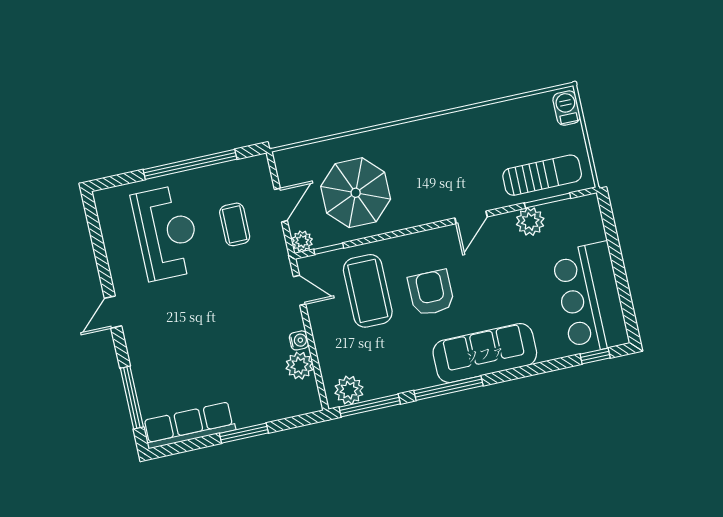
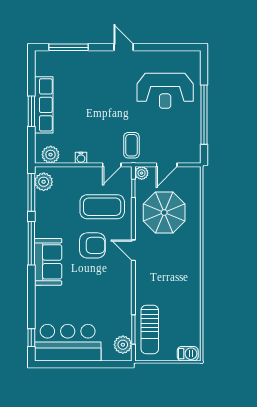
door: (281, 205) -> (167, 165), hinge flipped
door: (471, 217) -> (133, 250), moved
plant: (530, 222) -> (123, 345), moved
coffee table: (235, 224) -> (131, 145), moved, turned 90
sofa: (485, 353) -> (48, 262), width x0.73
plant: (299, 366) -> (51, 155), moved
row of seats: (189, 425) -> (44, 105), moved

